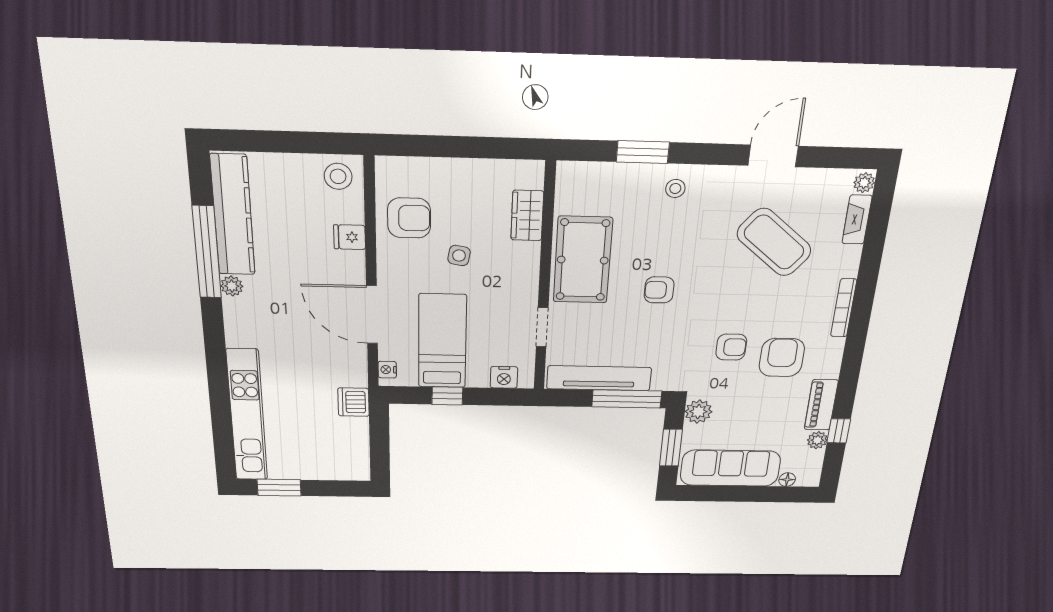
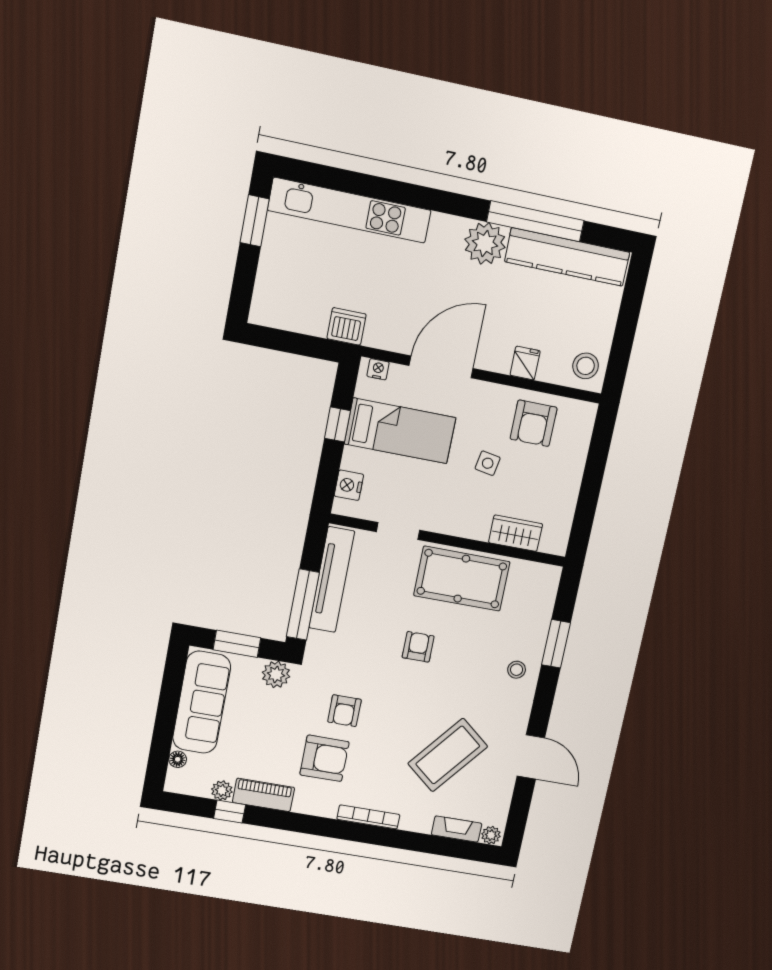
plant: (232, 286) -> (485, 243), width x1.87, depth x1.87

